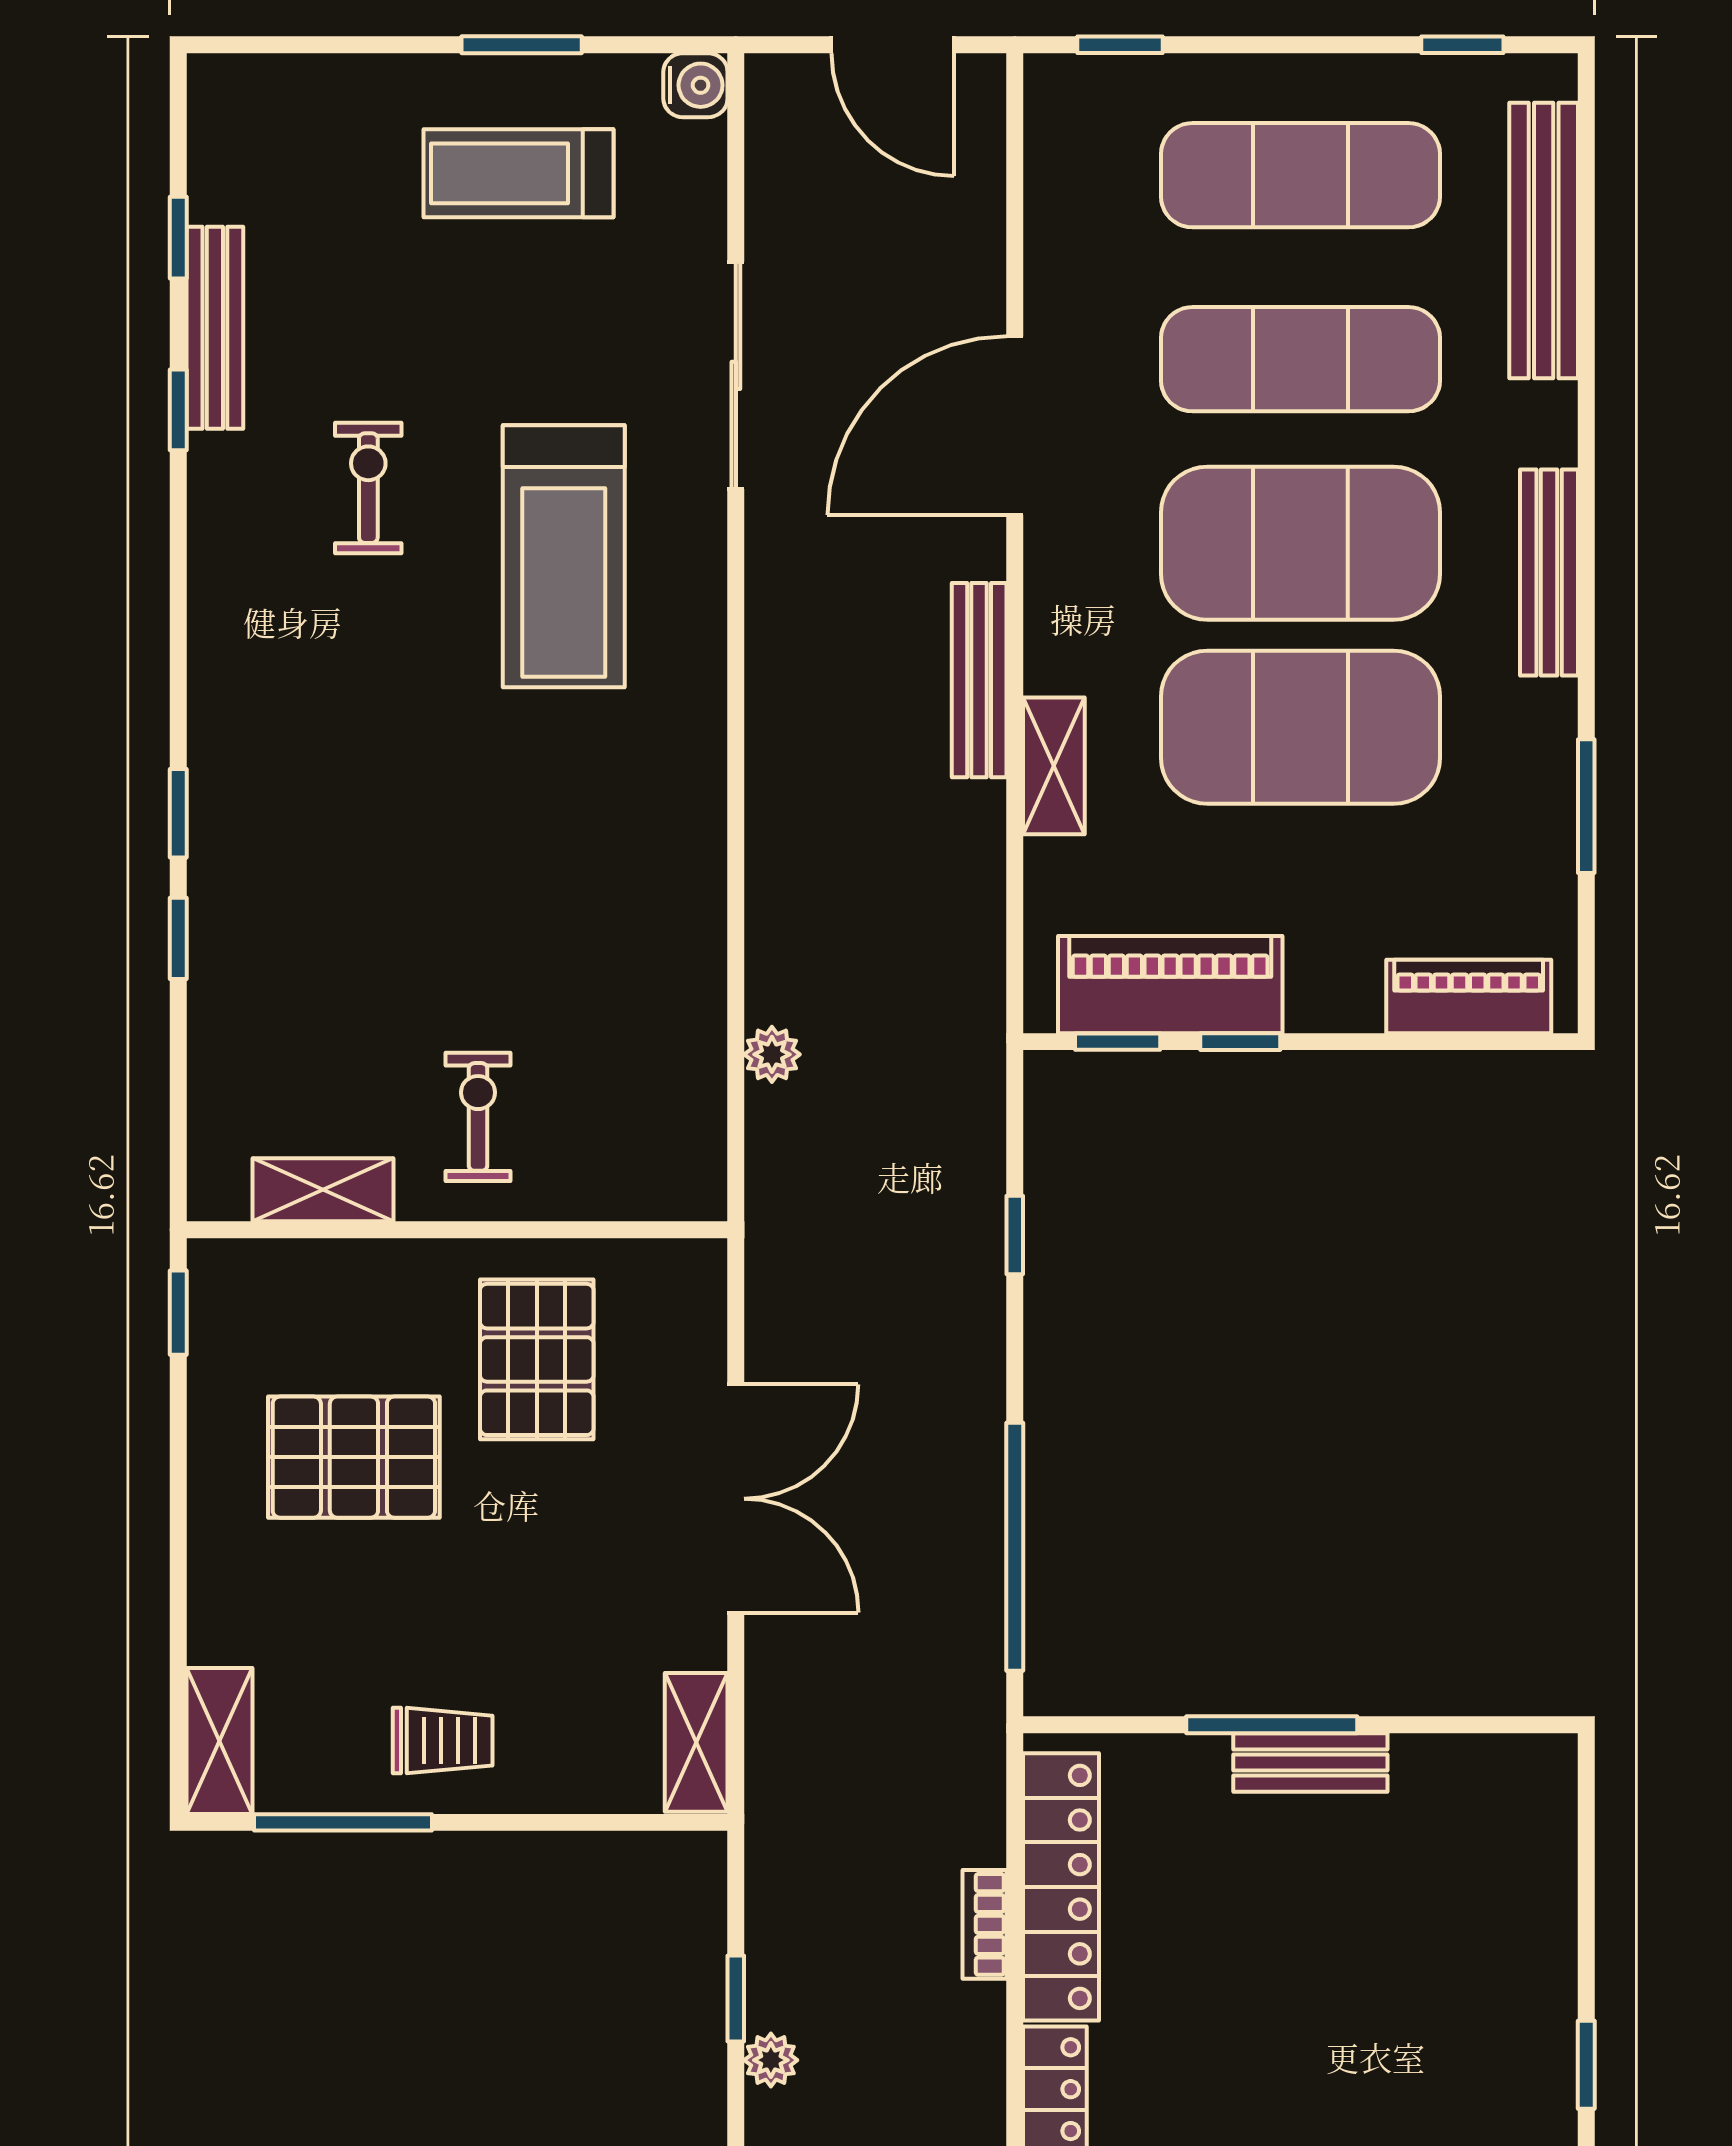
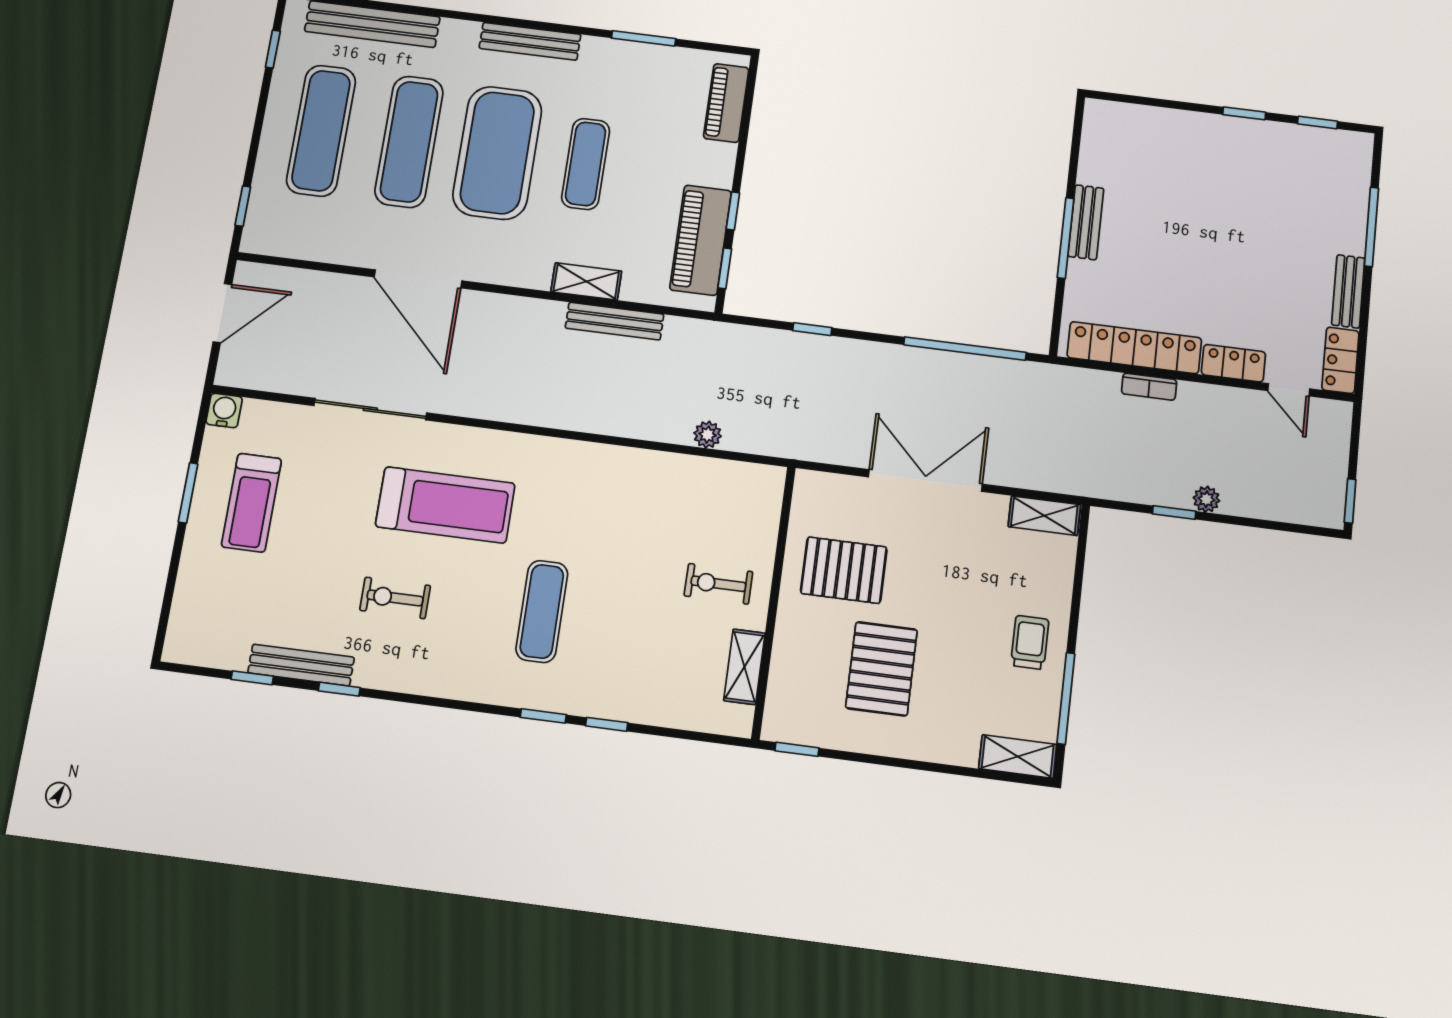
bench: (979, 680) -> (615, 321), moved
exercise mat: (1300, 727) -> (586, 164), width x0.50, depth x0.69
exercise mat: (379, 779) -> (542, 611), added

